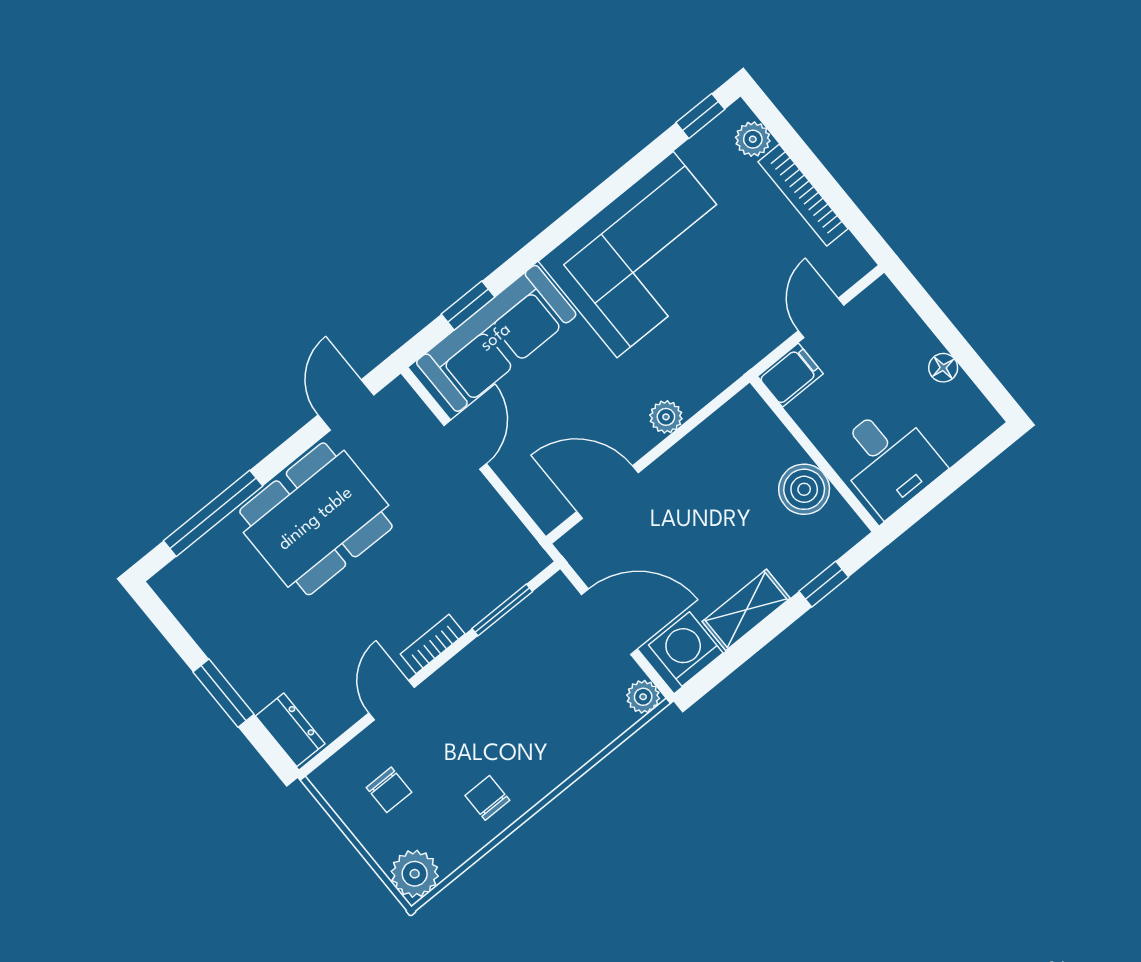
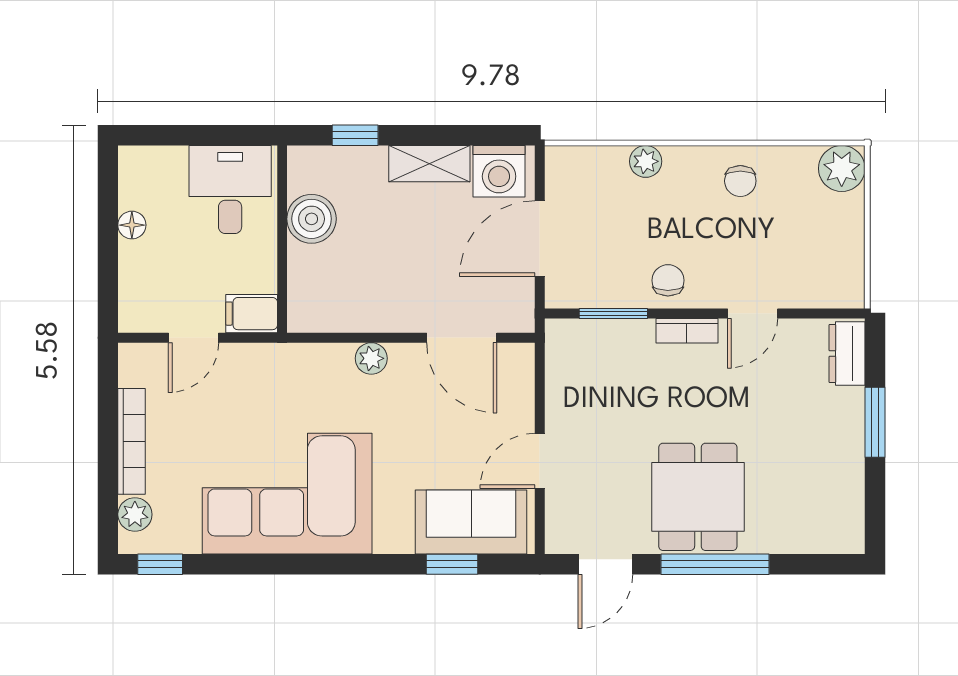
sofa: (496, 338) -> (471, 522), width x0.73
window: (213, 513) -> (715, 564), moved
dining table: (316, 519) -> (698, 497), width x0.73
door: (610, 622) -> (540, 239), hinge flipped
plant: (643, 697) -> (646, 161), moved
chair: (389, 790) -> (668, 280), moved

